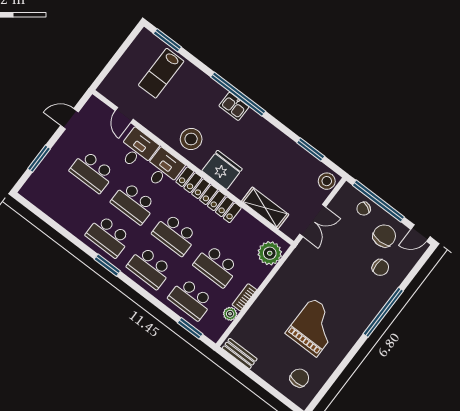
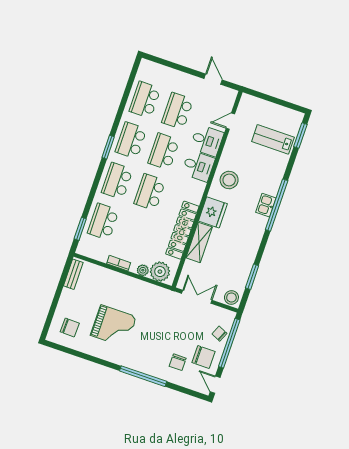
window: (39, 159) -> (174, 66), removed
locker: (209, 195) -> (182, 230), moved
shelving: (265, 208) -> (199, 242), moved
double door: (313, 221) -> (197, 297), swing flipped
school desk: (216, 266) -> (145, 100), moved
plant: (230, 314) -> (143, 270), moved

